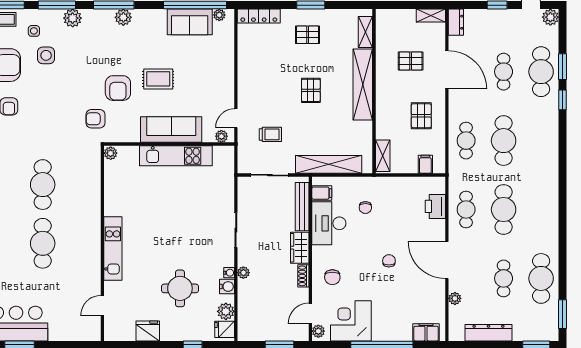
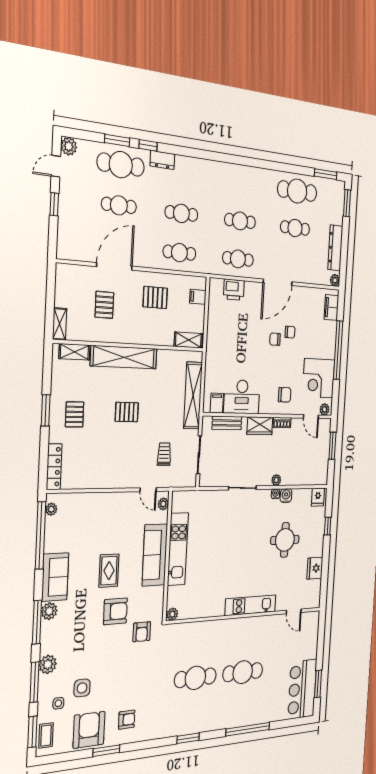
shelving: (431, 16) -> (60, 324), moved
sofa: (190, 22) -> (55, 577), moved
dresser: (456, 22) -> (162, 160), moved, turned 180
cafe table: (504, 141) -> (181, 213), width x0.73, depth x0.74
bench: (302, 207) -> (227, 423), width x0.73
chair: (365, 208) -> (290, 332), moved
cafe table: (504, 209) -> (240, 221), width x0.73, depth x0.74
plant: (455, 298) -> (335, 280), moved
plant: (226, 311) -> (305, 496), removed

